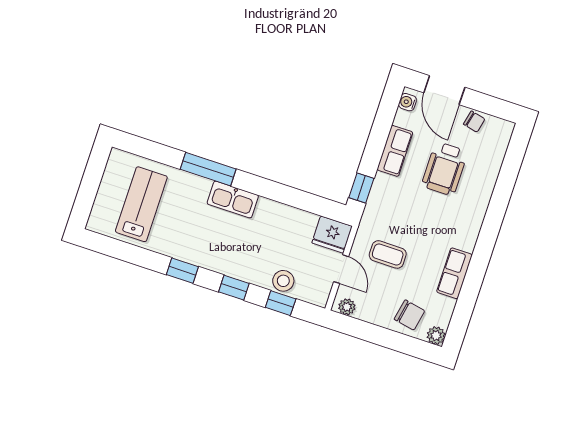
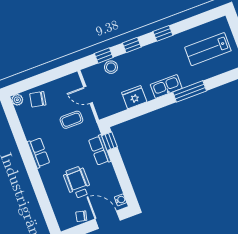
row of seats: (395, 151) -> (100, 150), moved
lab bench: (141, 204) -> (208, 49), turned 90
fridge: (332, 235) -> (134, 97), moved
row of seats: (454, 273) -> (39, 153), moved
plant: (347, 307) -> (71, 79), removed

